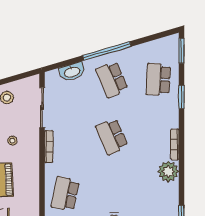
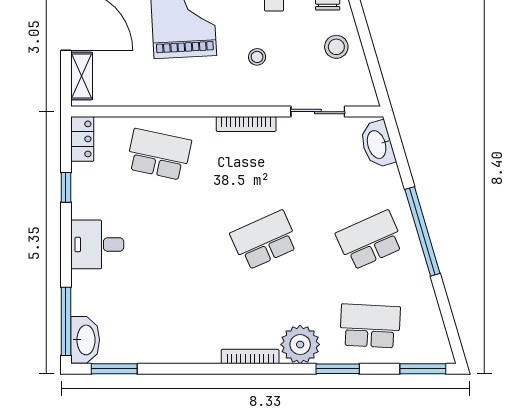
washbasin: (72, 72) -> (377, 144), moved
sliding door: (42, 108) -> (318, 112), width x0.73
plant: (168, 171) -> (300, 345), moved

